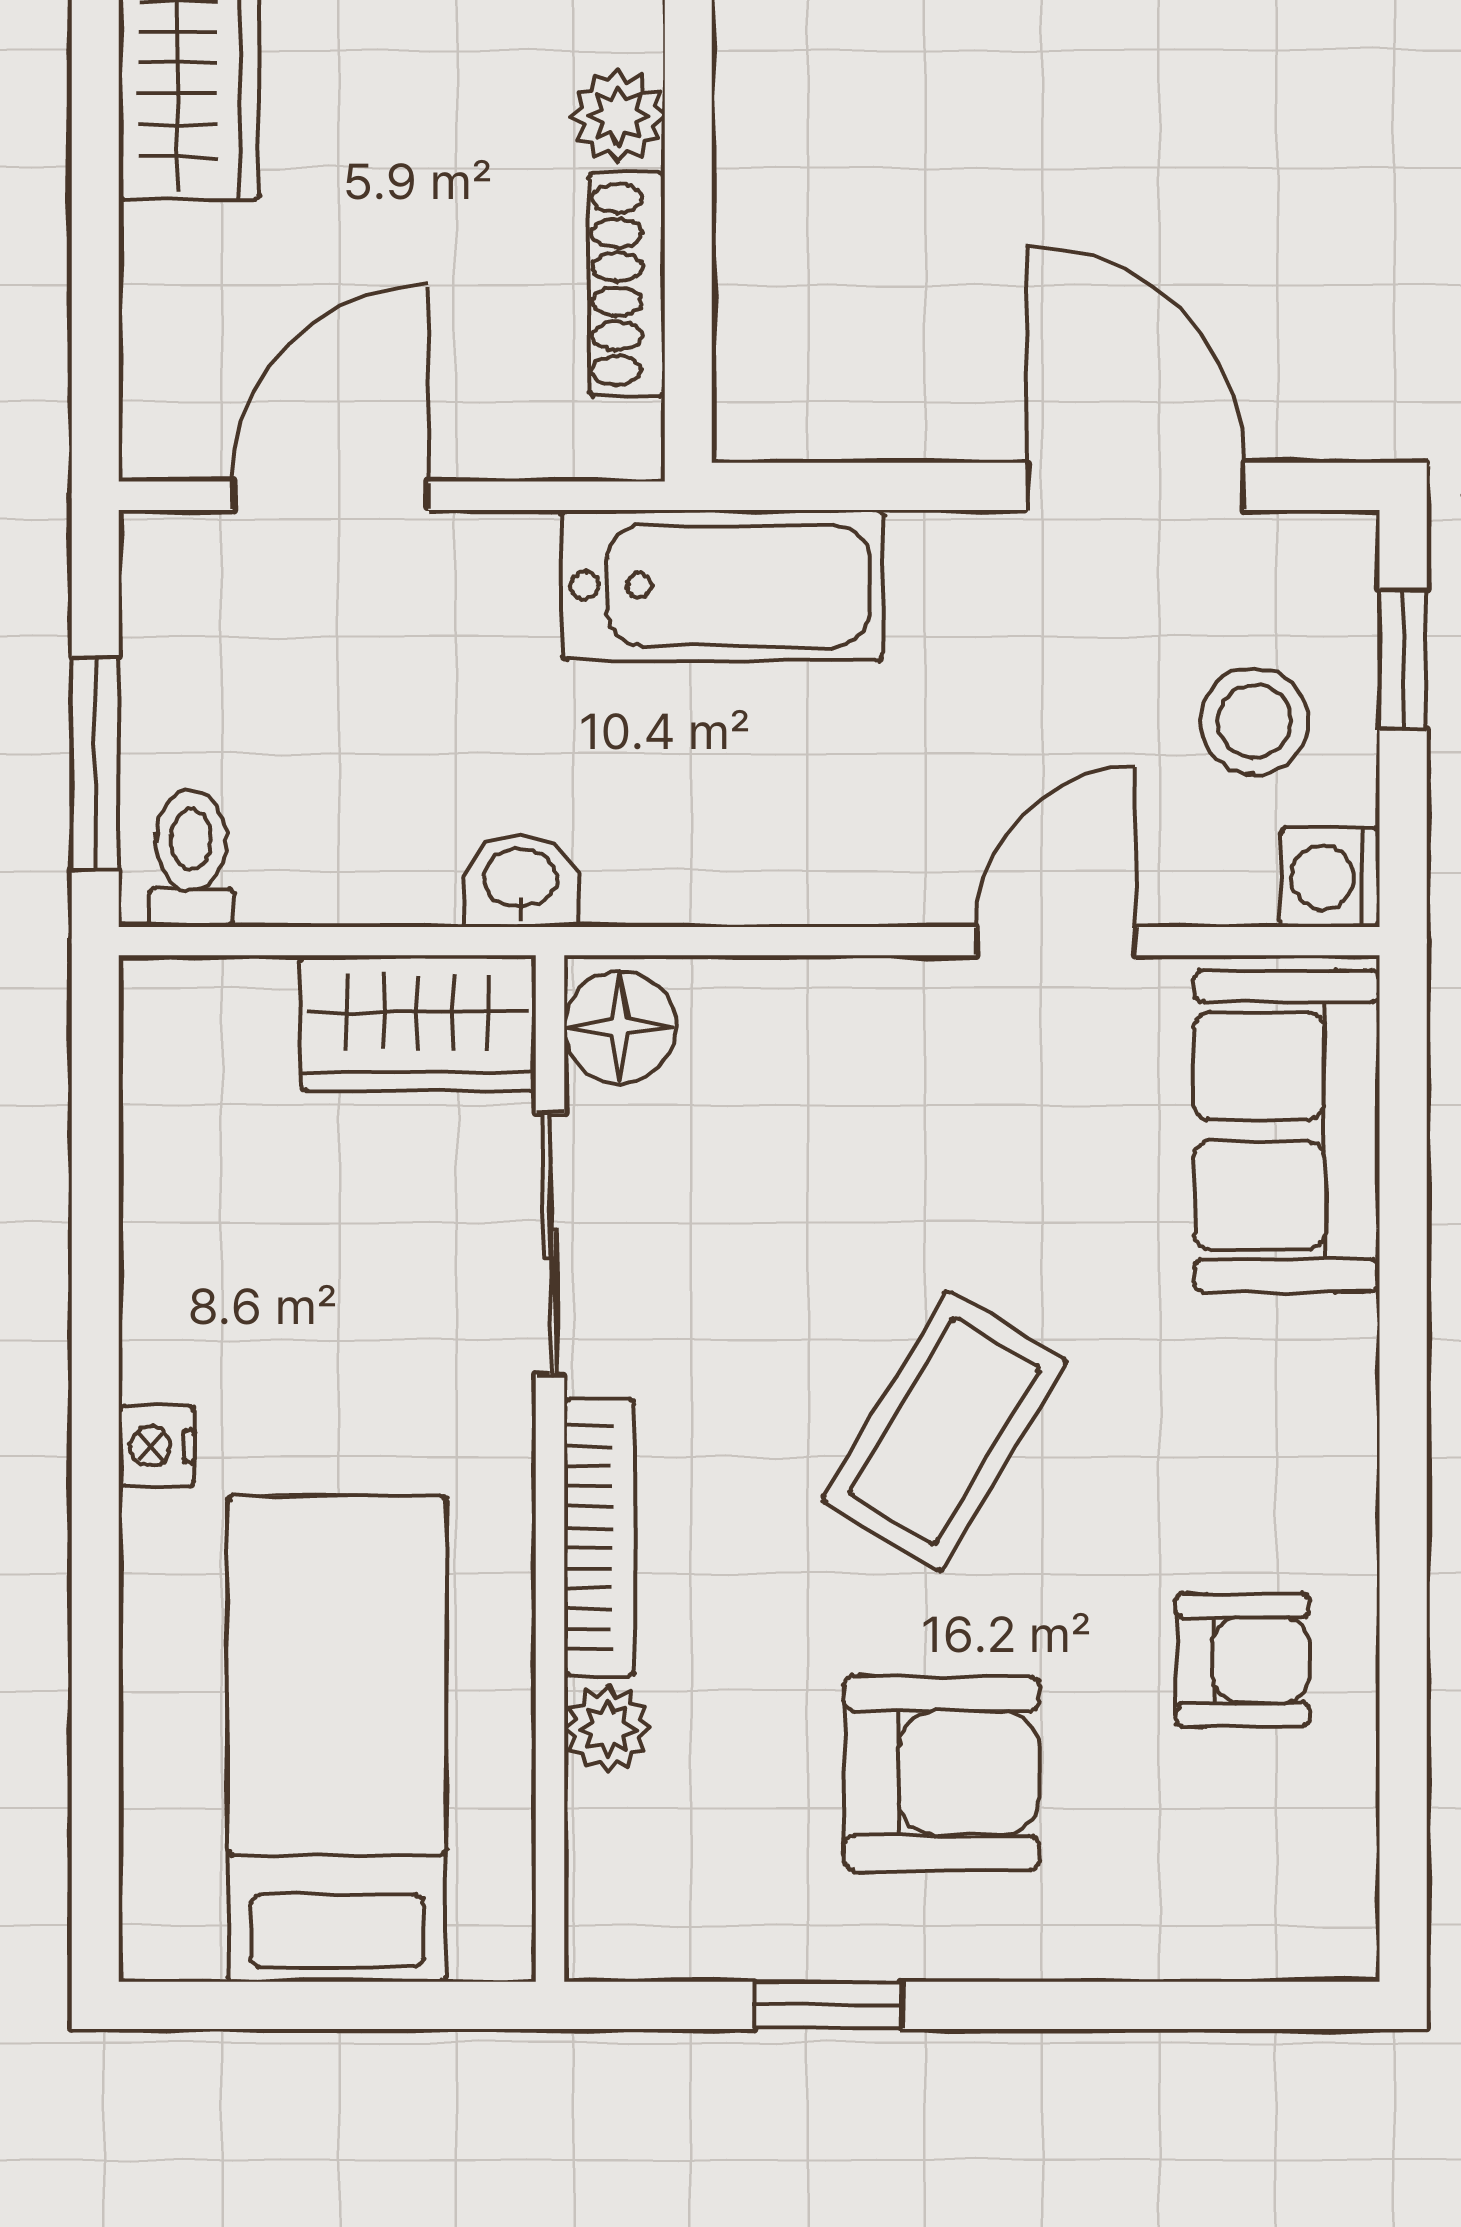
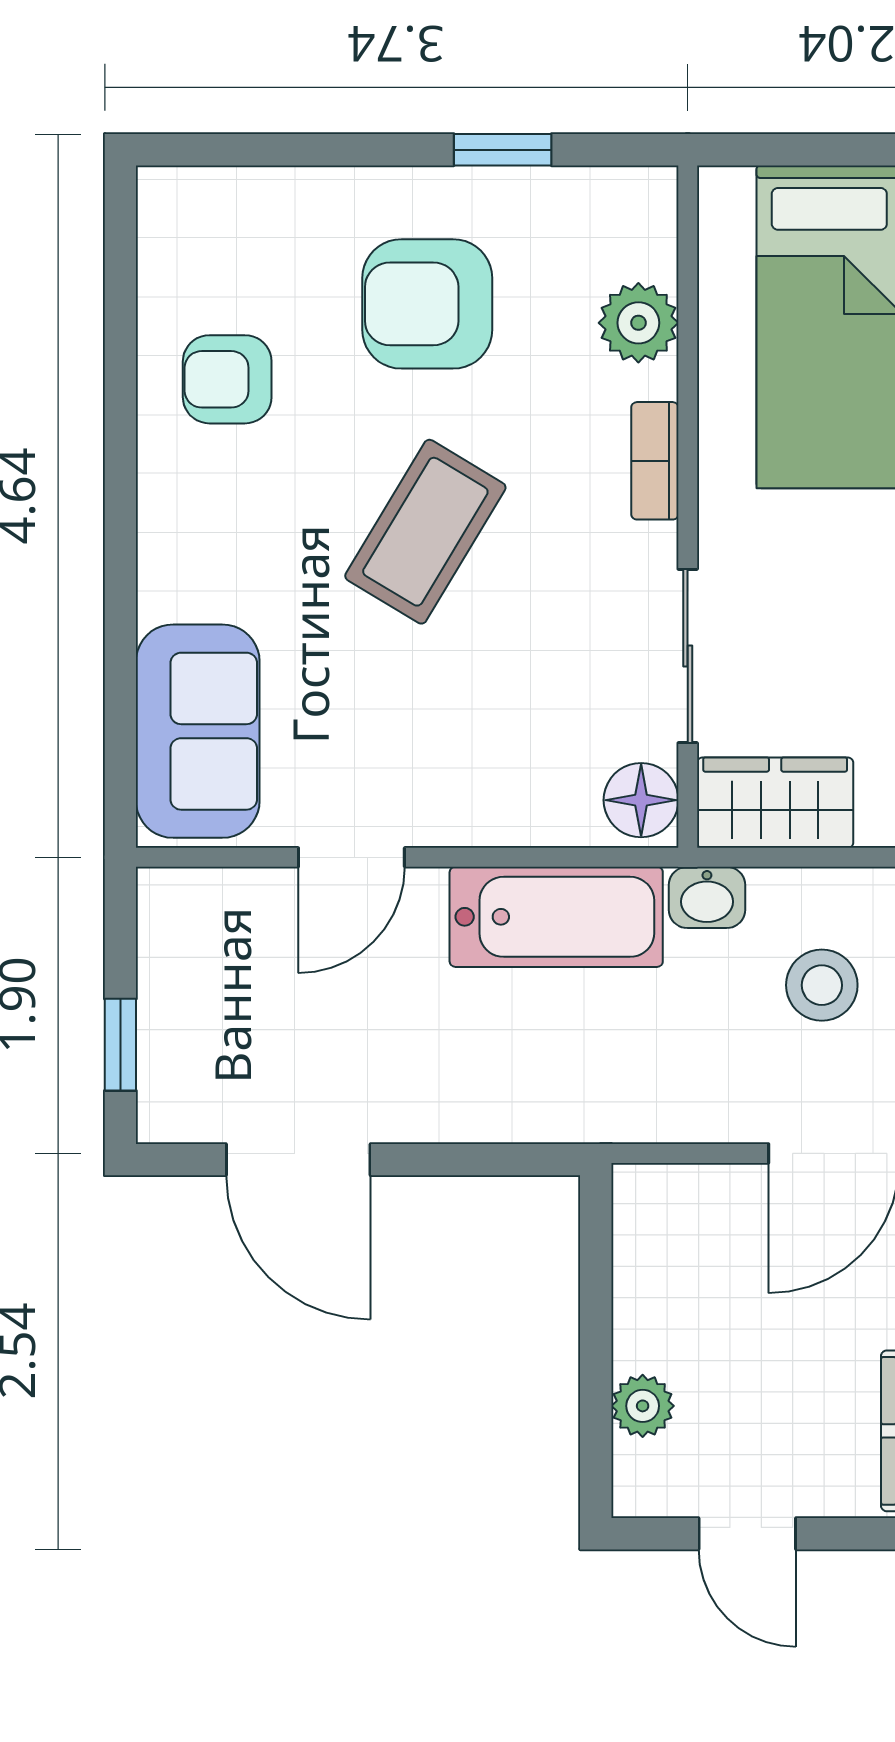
shoe rack: (627, 284) -> (637, 1294), removed
bathtub: (722, 585) -> (556, 917), moved, turned 180
stool: (1254, 721) -> (822, 985), moved
washing machine: (1330, 878) -> (169, 900), removed
bookcase: (599, 1537) -> (655, 461), width x0.64
plant: (608, 1729) -> (638, 323), width x1.38, depth x1.38

